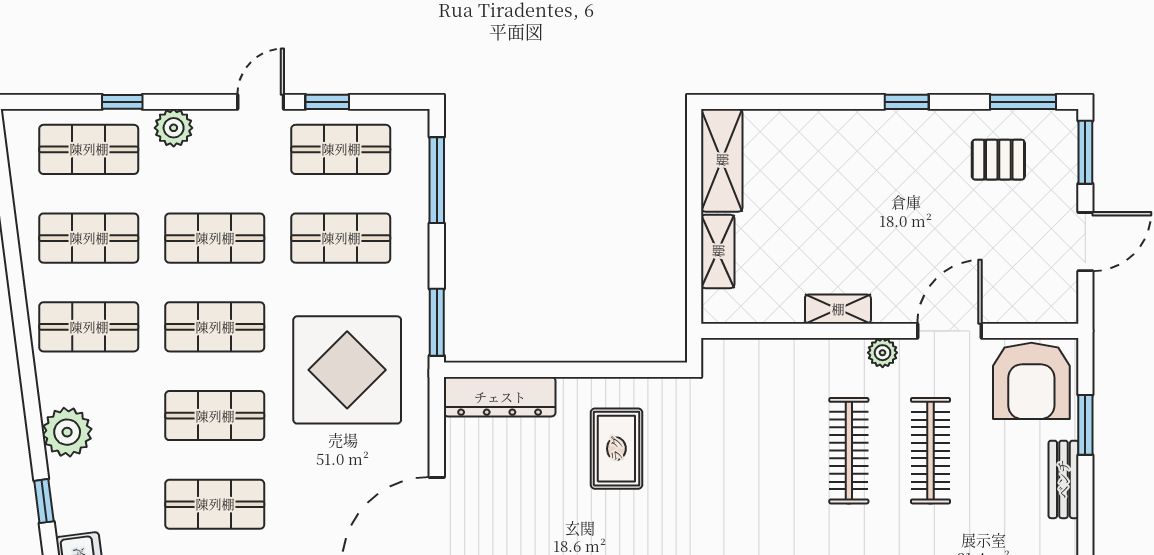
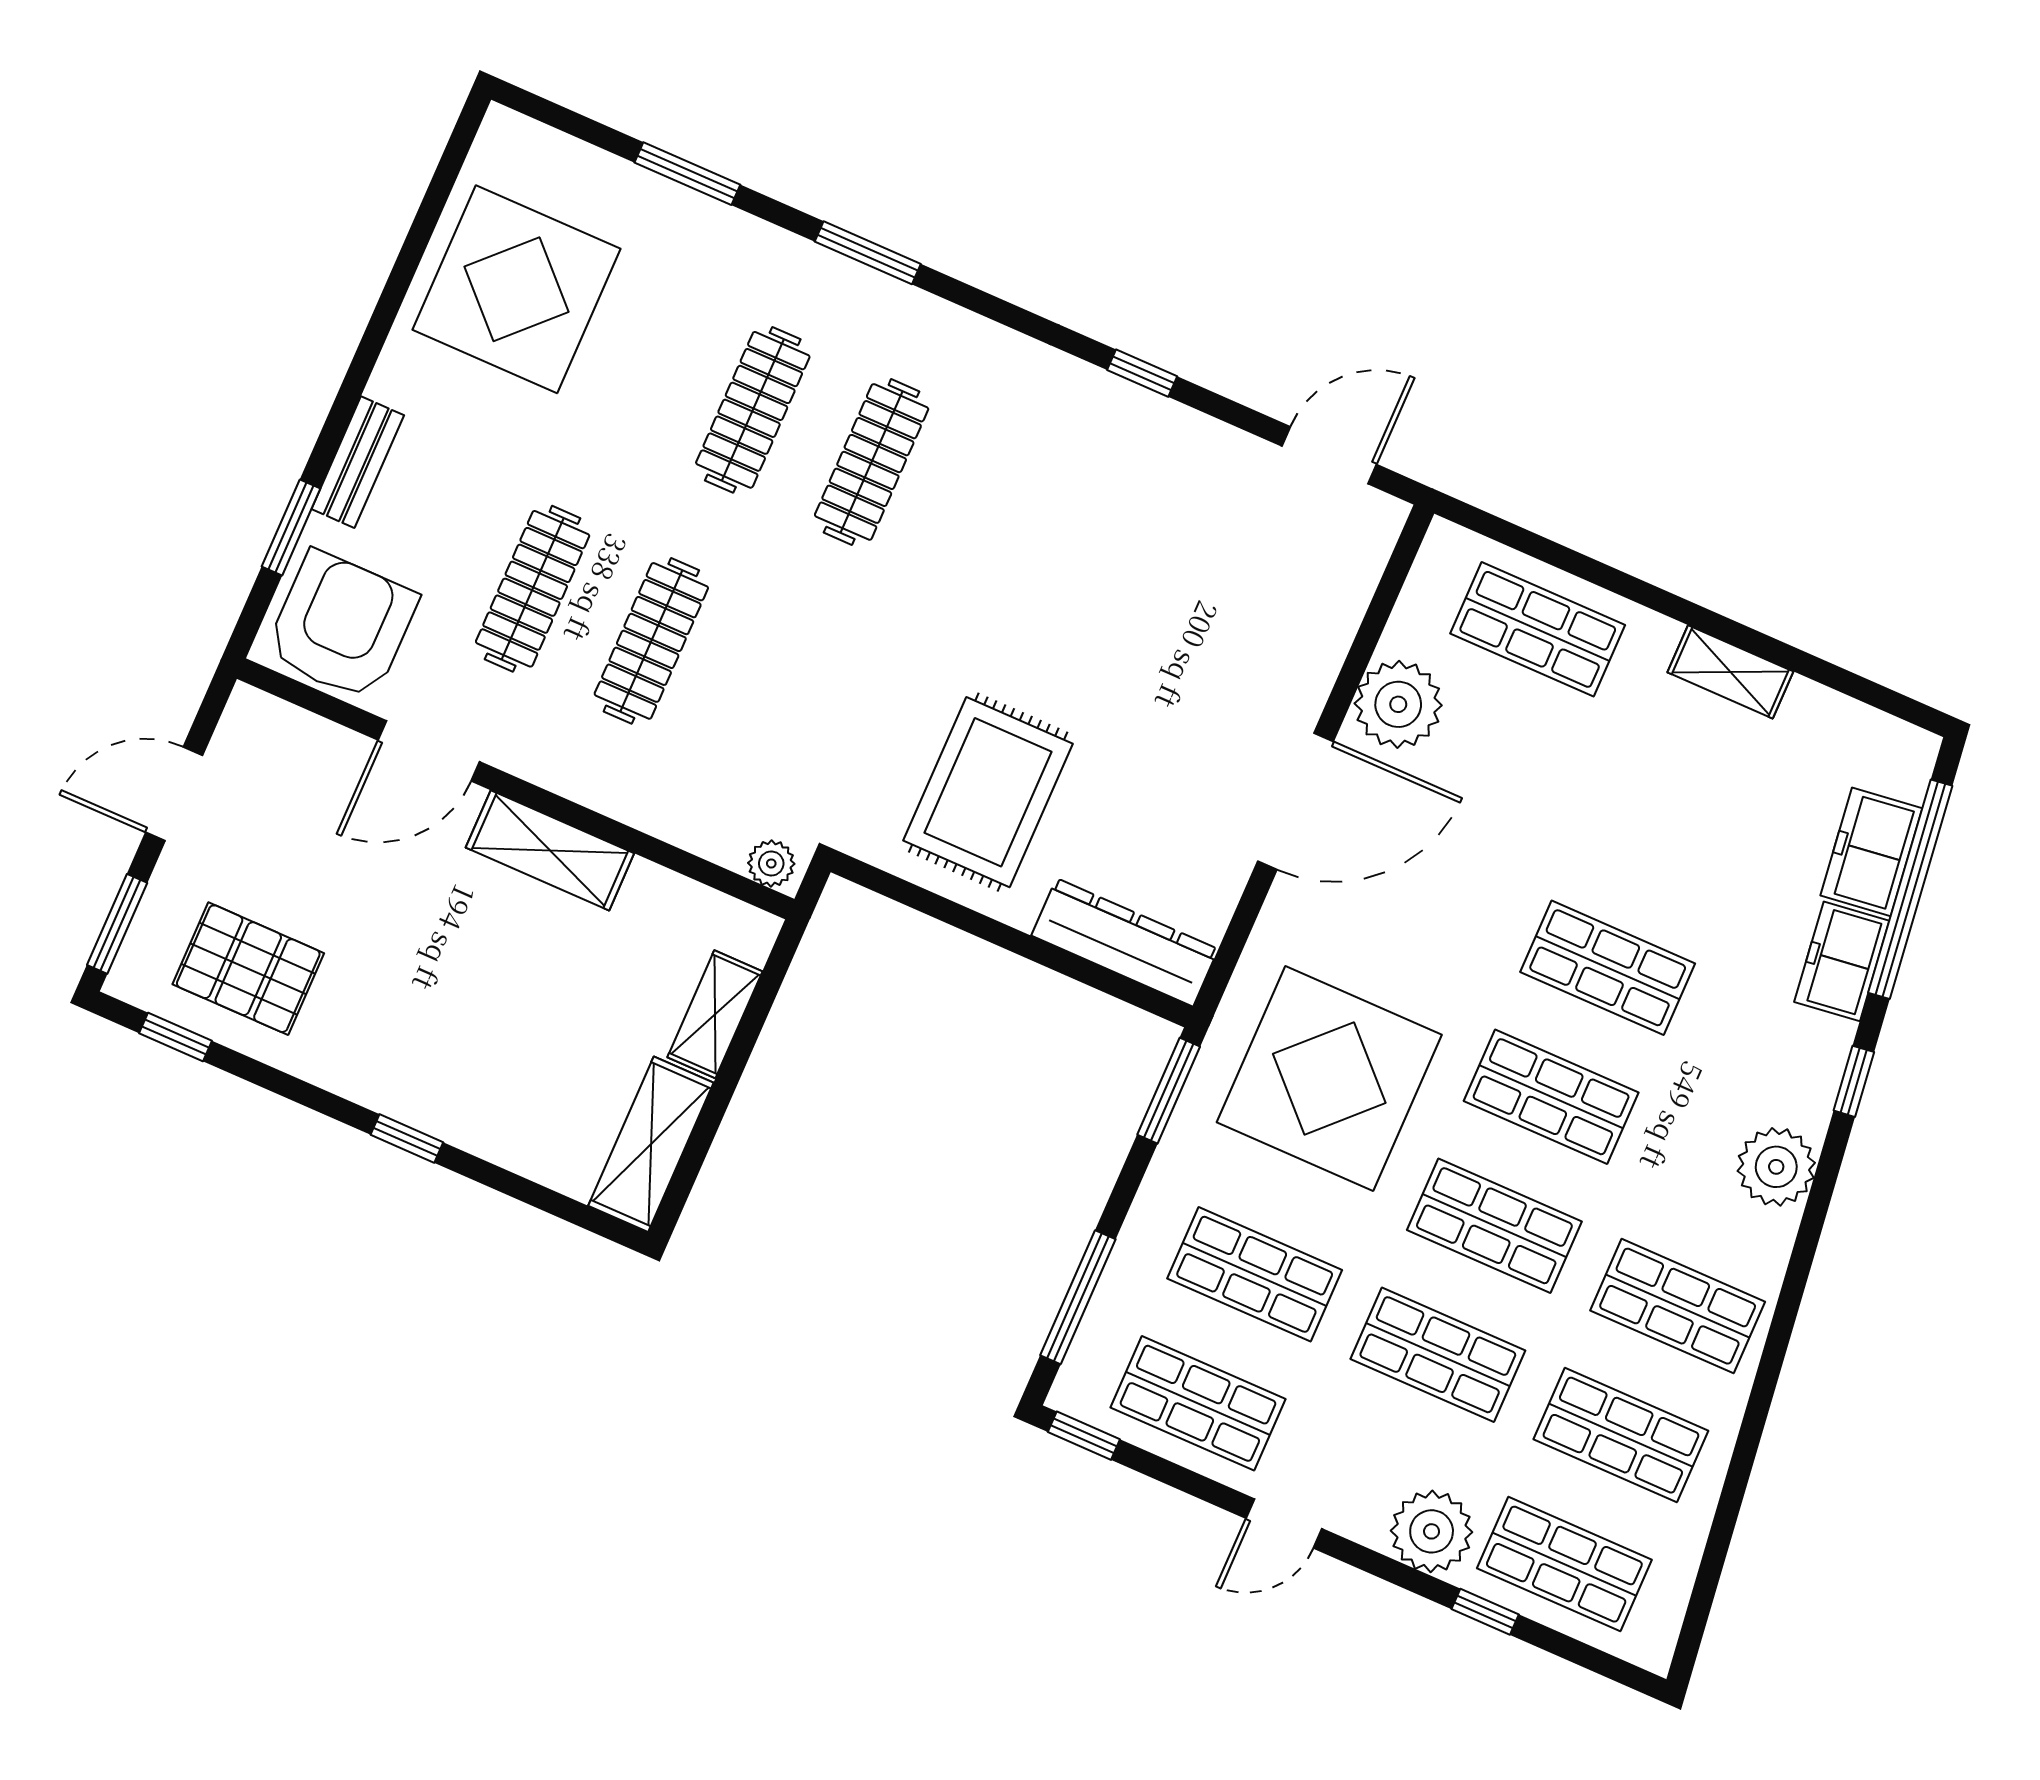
window: (327, 102) -> (1084, 1436), moved
window: (907, 102) -> (407, 1138), moved
window: (1023, 102) -> (176, 1037), width x0.67
plant: (174, 128) -> (1432, 1531), width x1.36, depth x1.36
pallet: (998, 160) -> (248, 969), width x1.50, depth x1.42
shelving: (838, 309) -> (550, 850), width x1.50, depth x1.33
plant: (883, 353) -> (771, 863), moved
rug: (616, 449) -> (988, 792), width x1.36, depth x1.43

